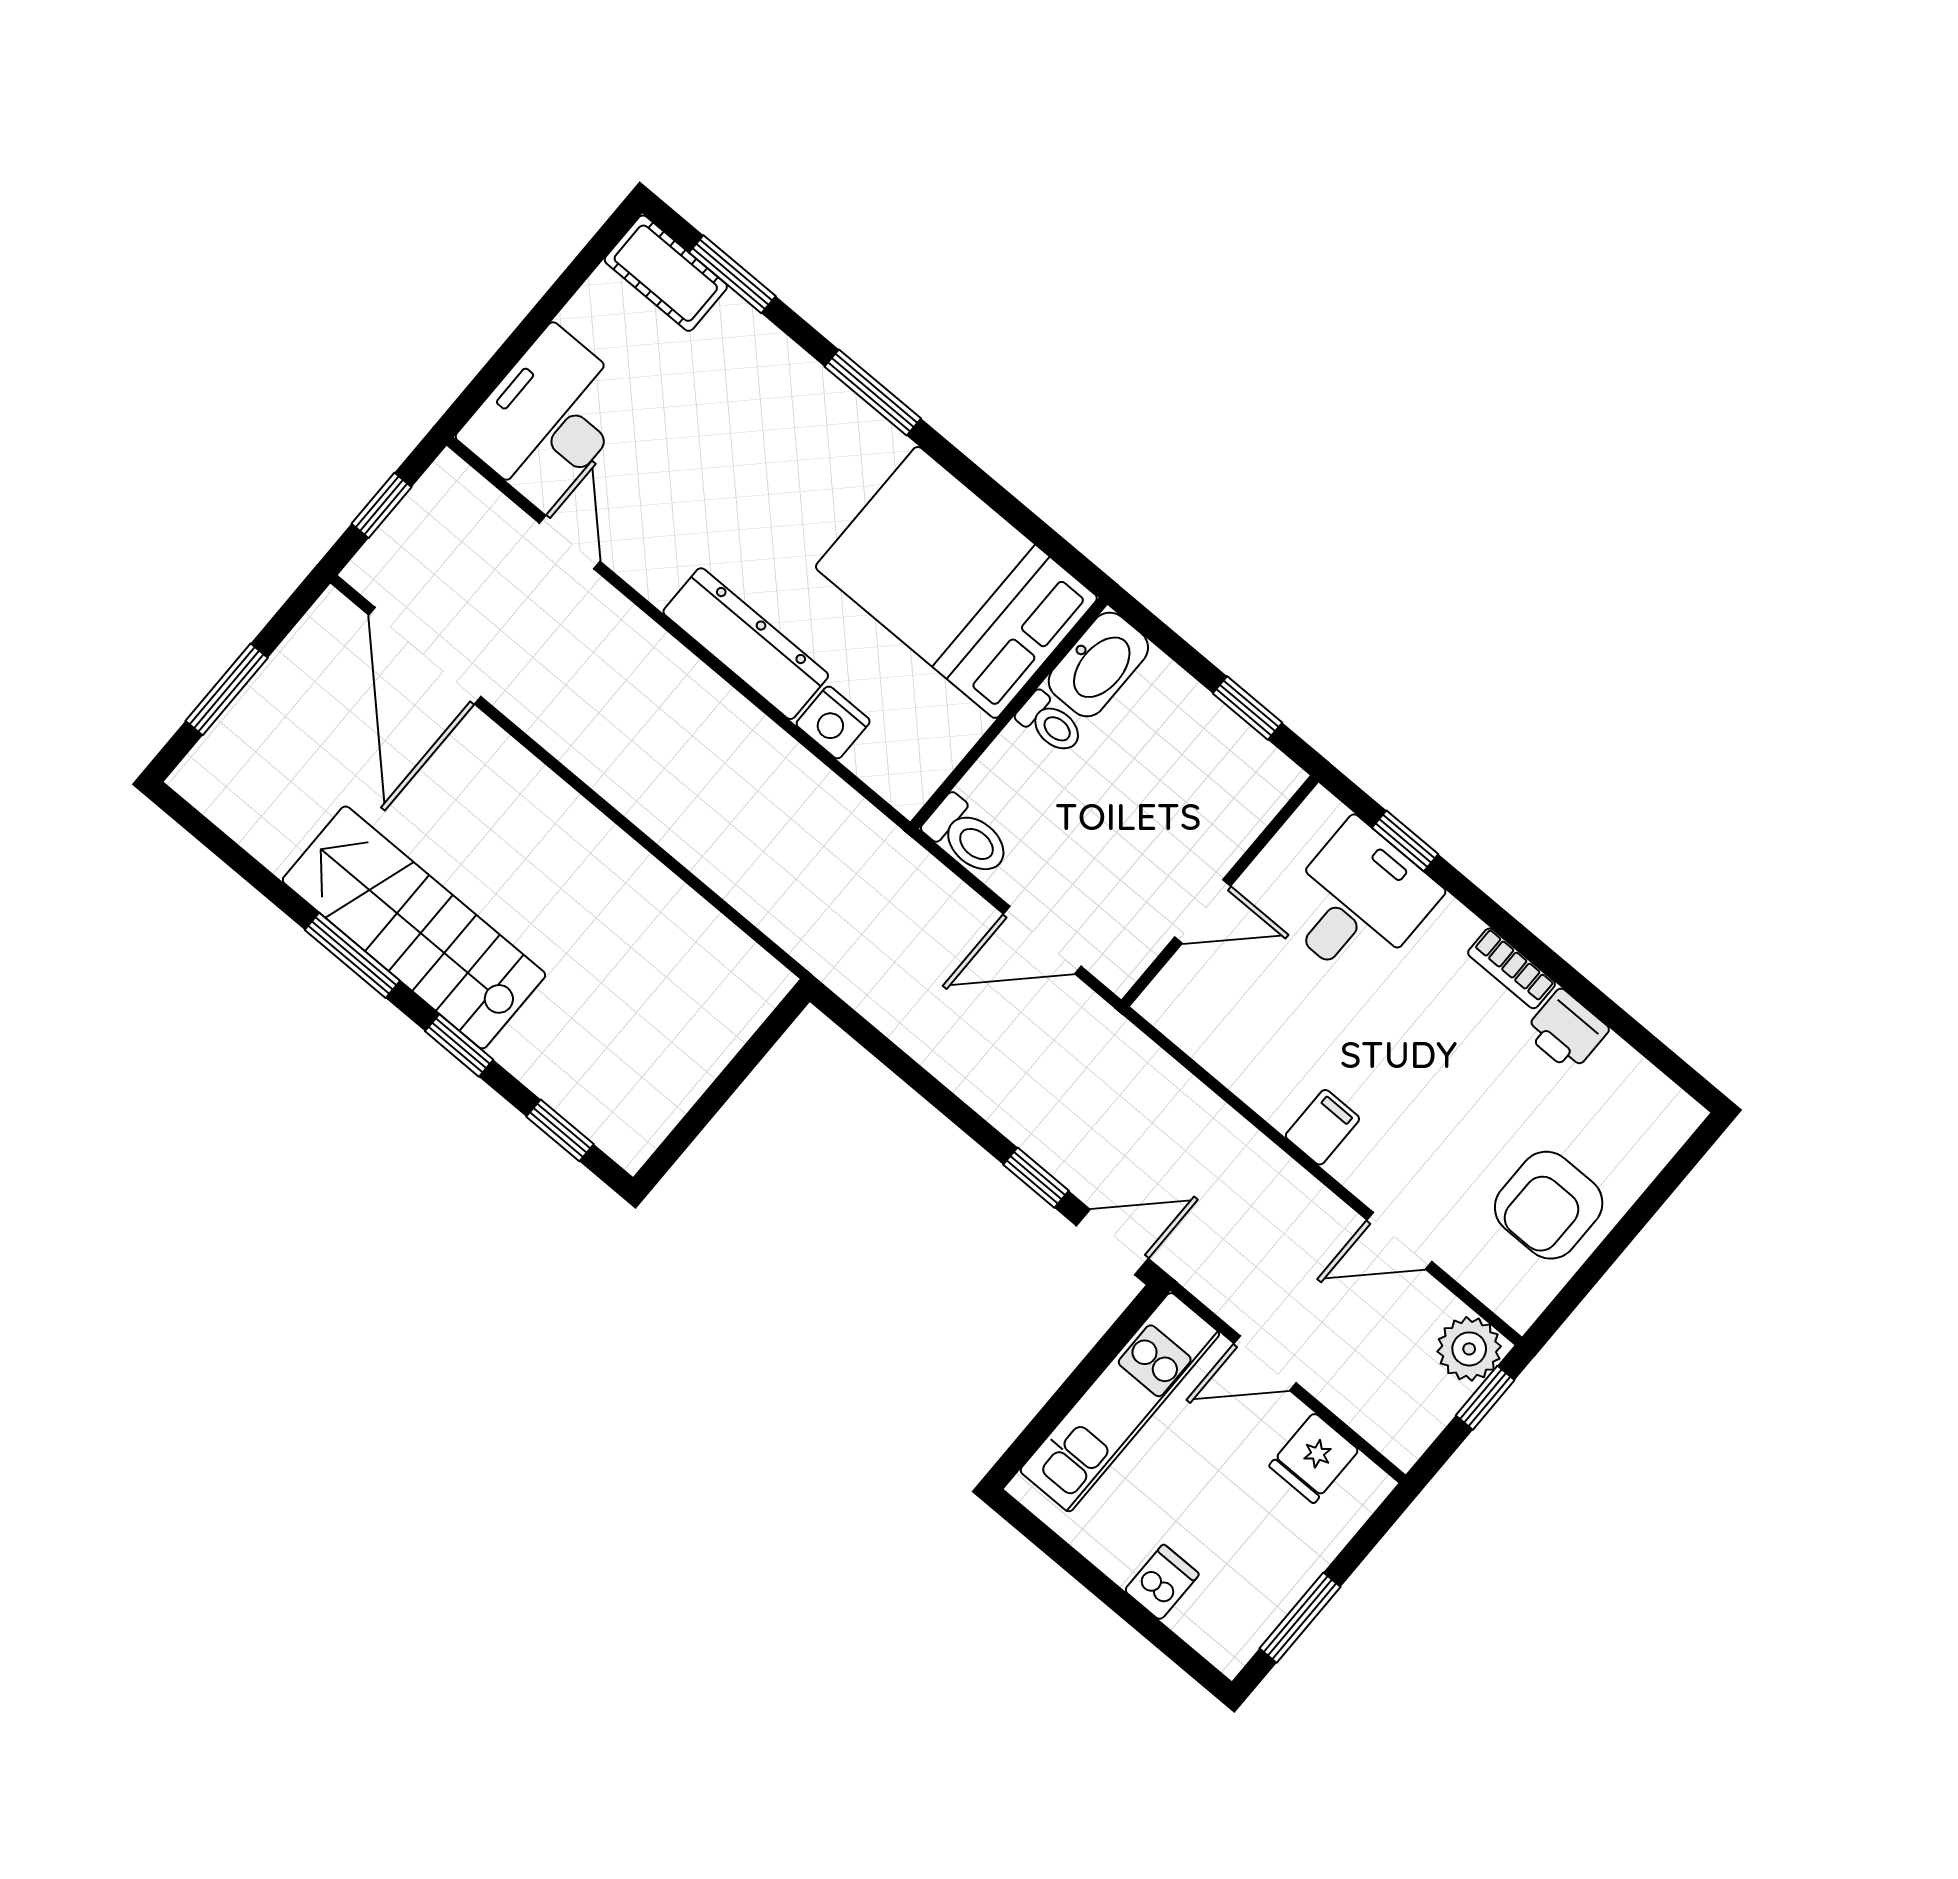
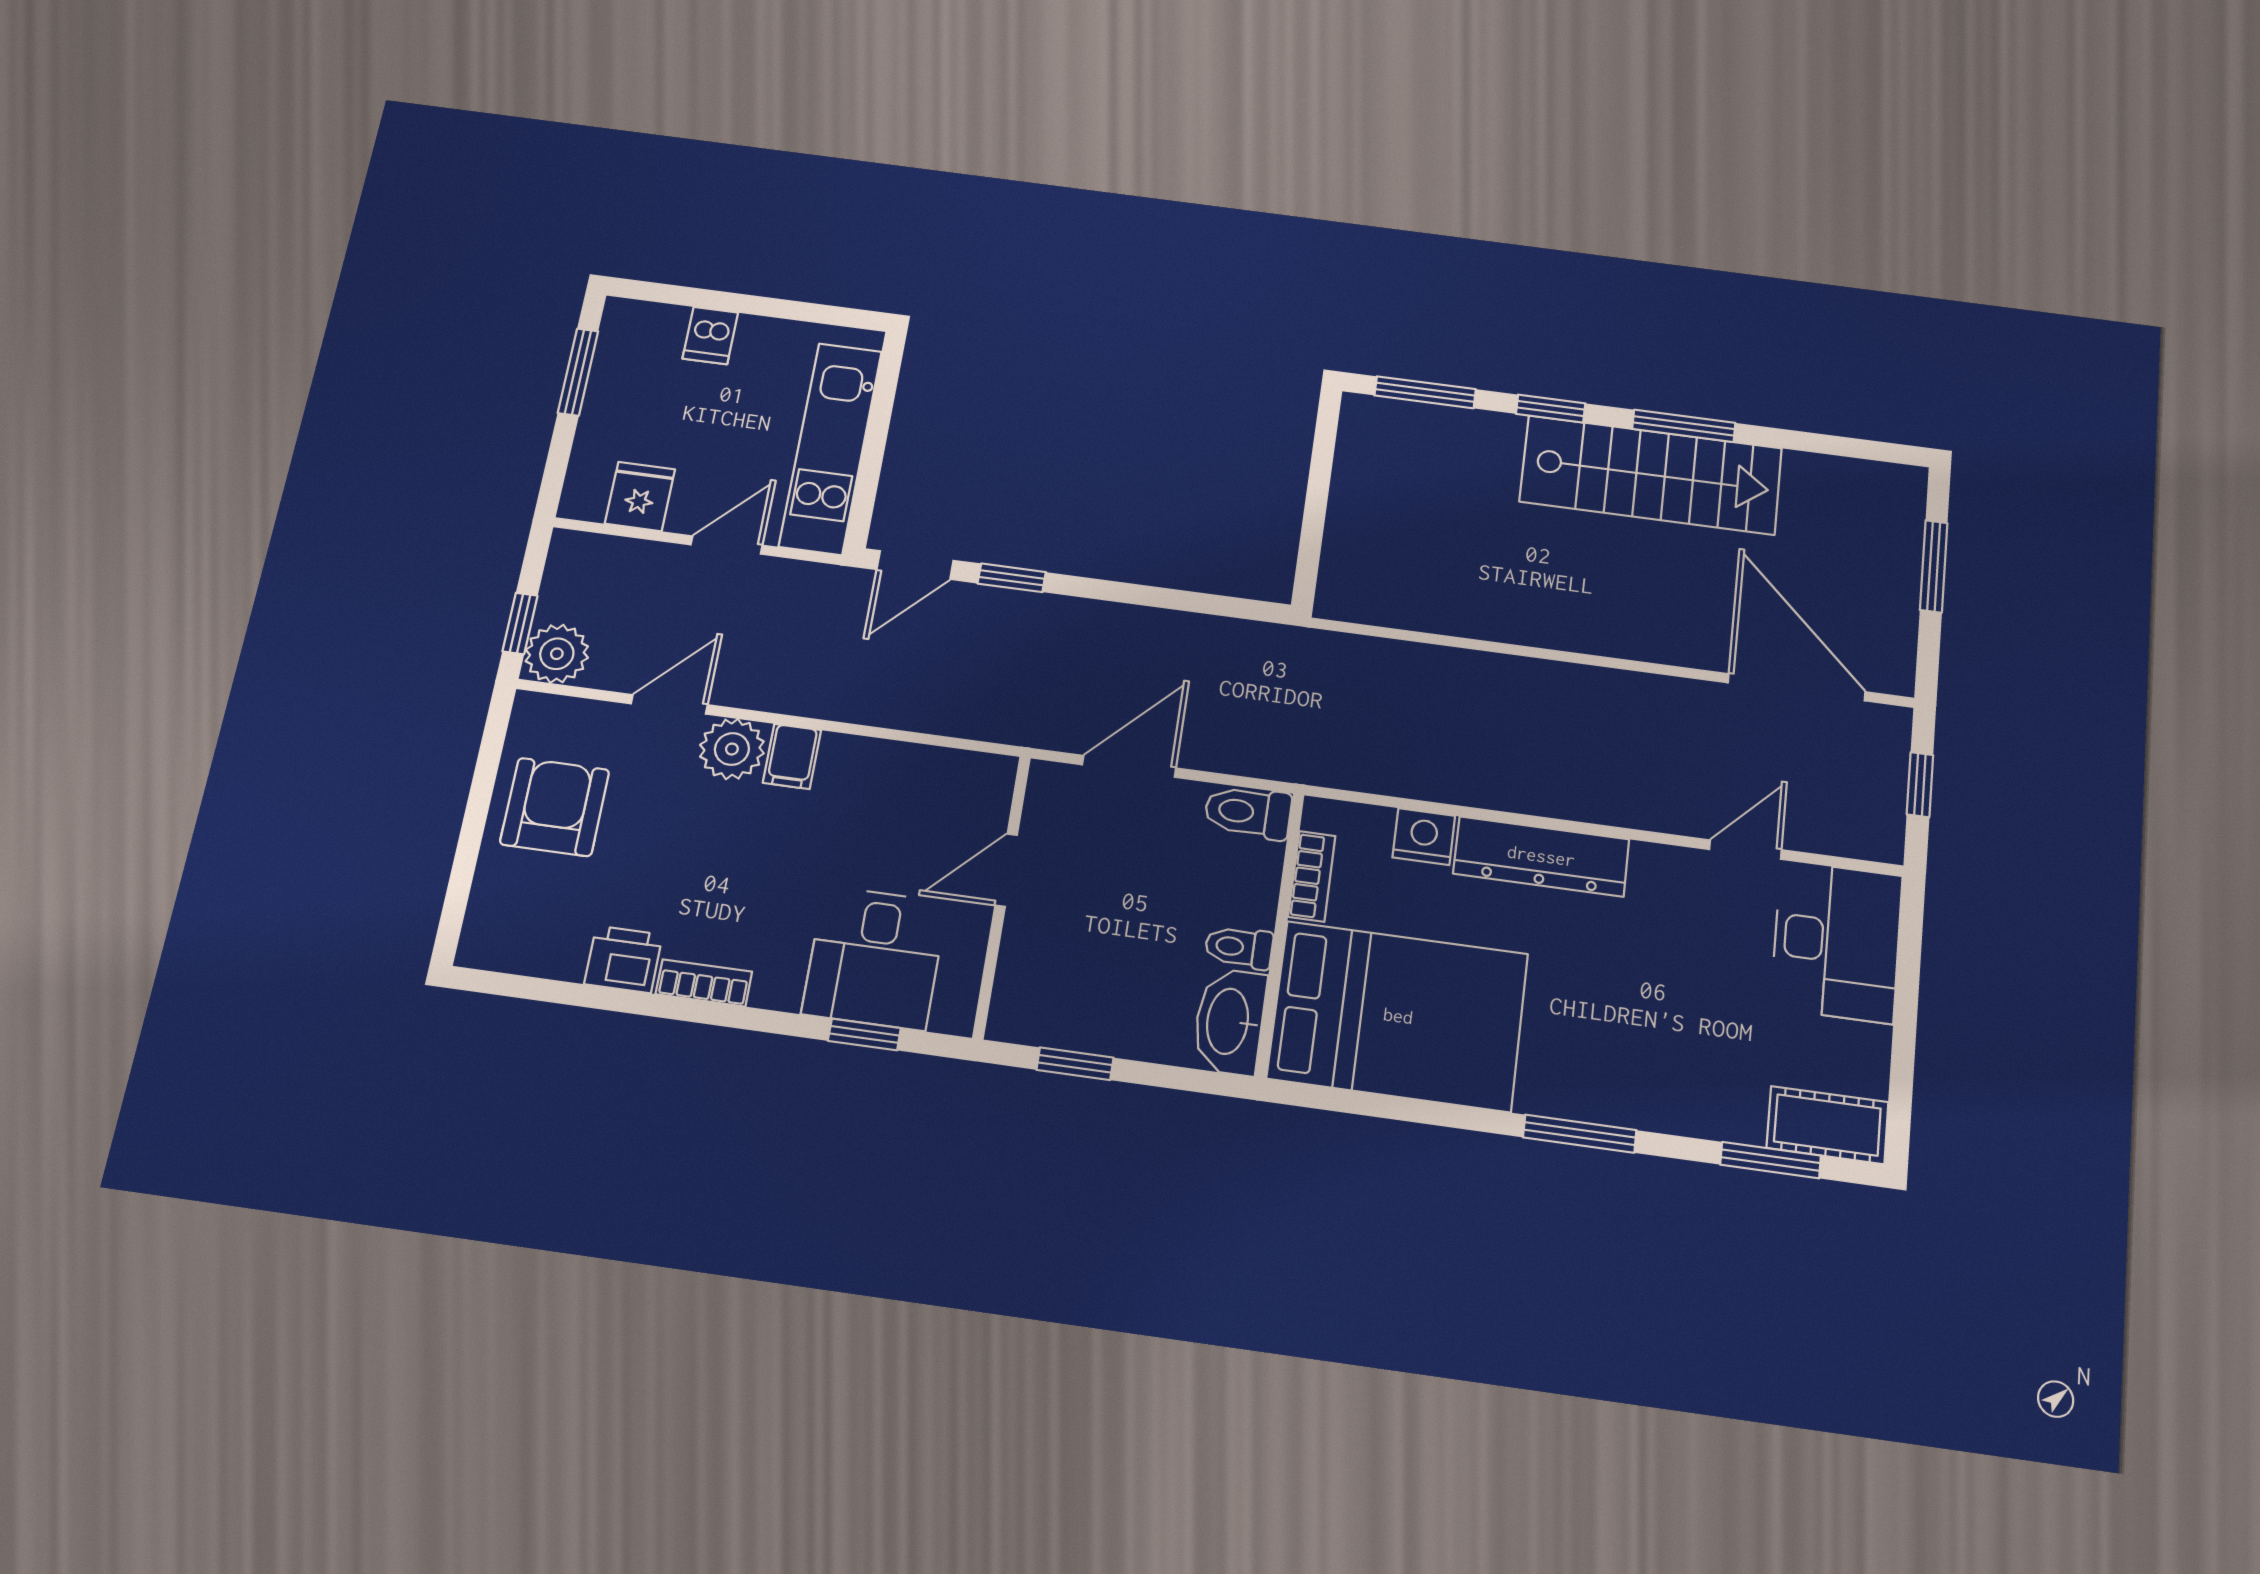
door: (570, 542) -> (1745, 850), swing flipped
bookcase: (950, 747) -> (1312, 876), added
window: (560, 1130) -> (1425, 392), width x1.50
plant: (1369, 1166) -> (732, 749), added

